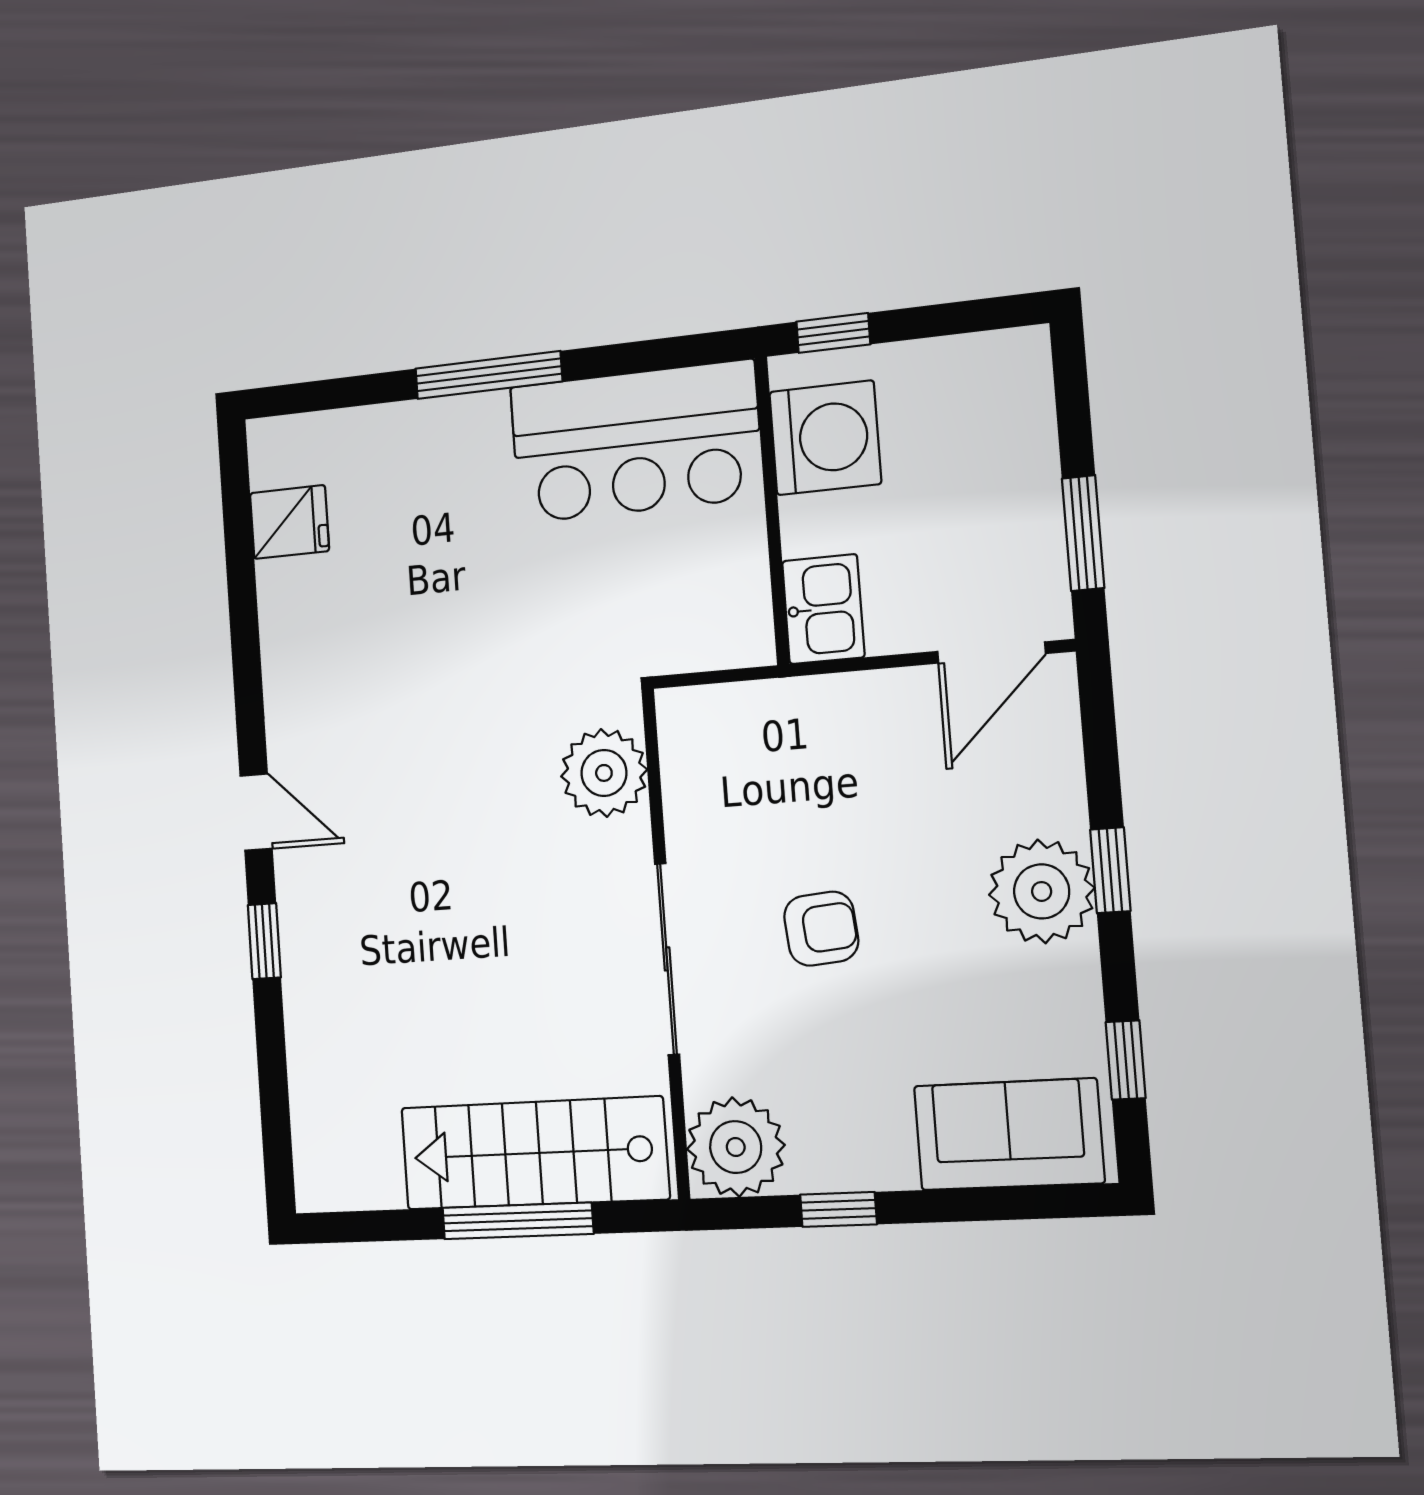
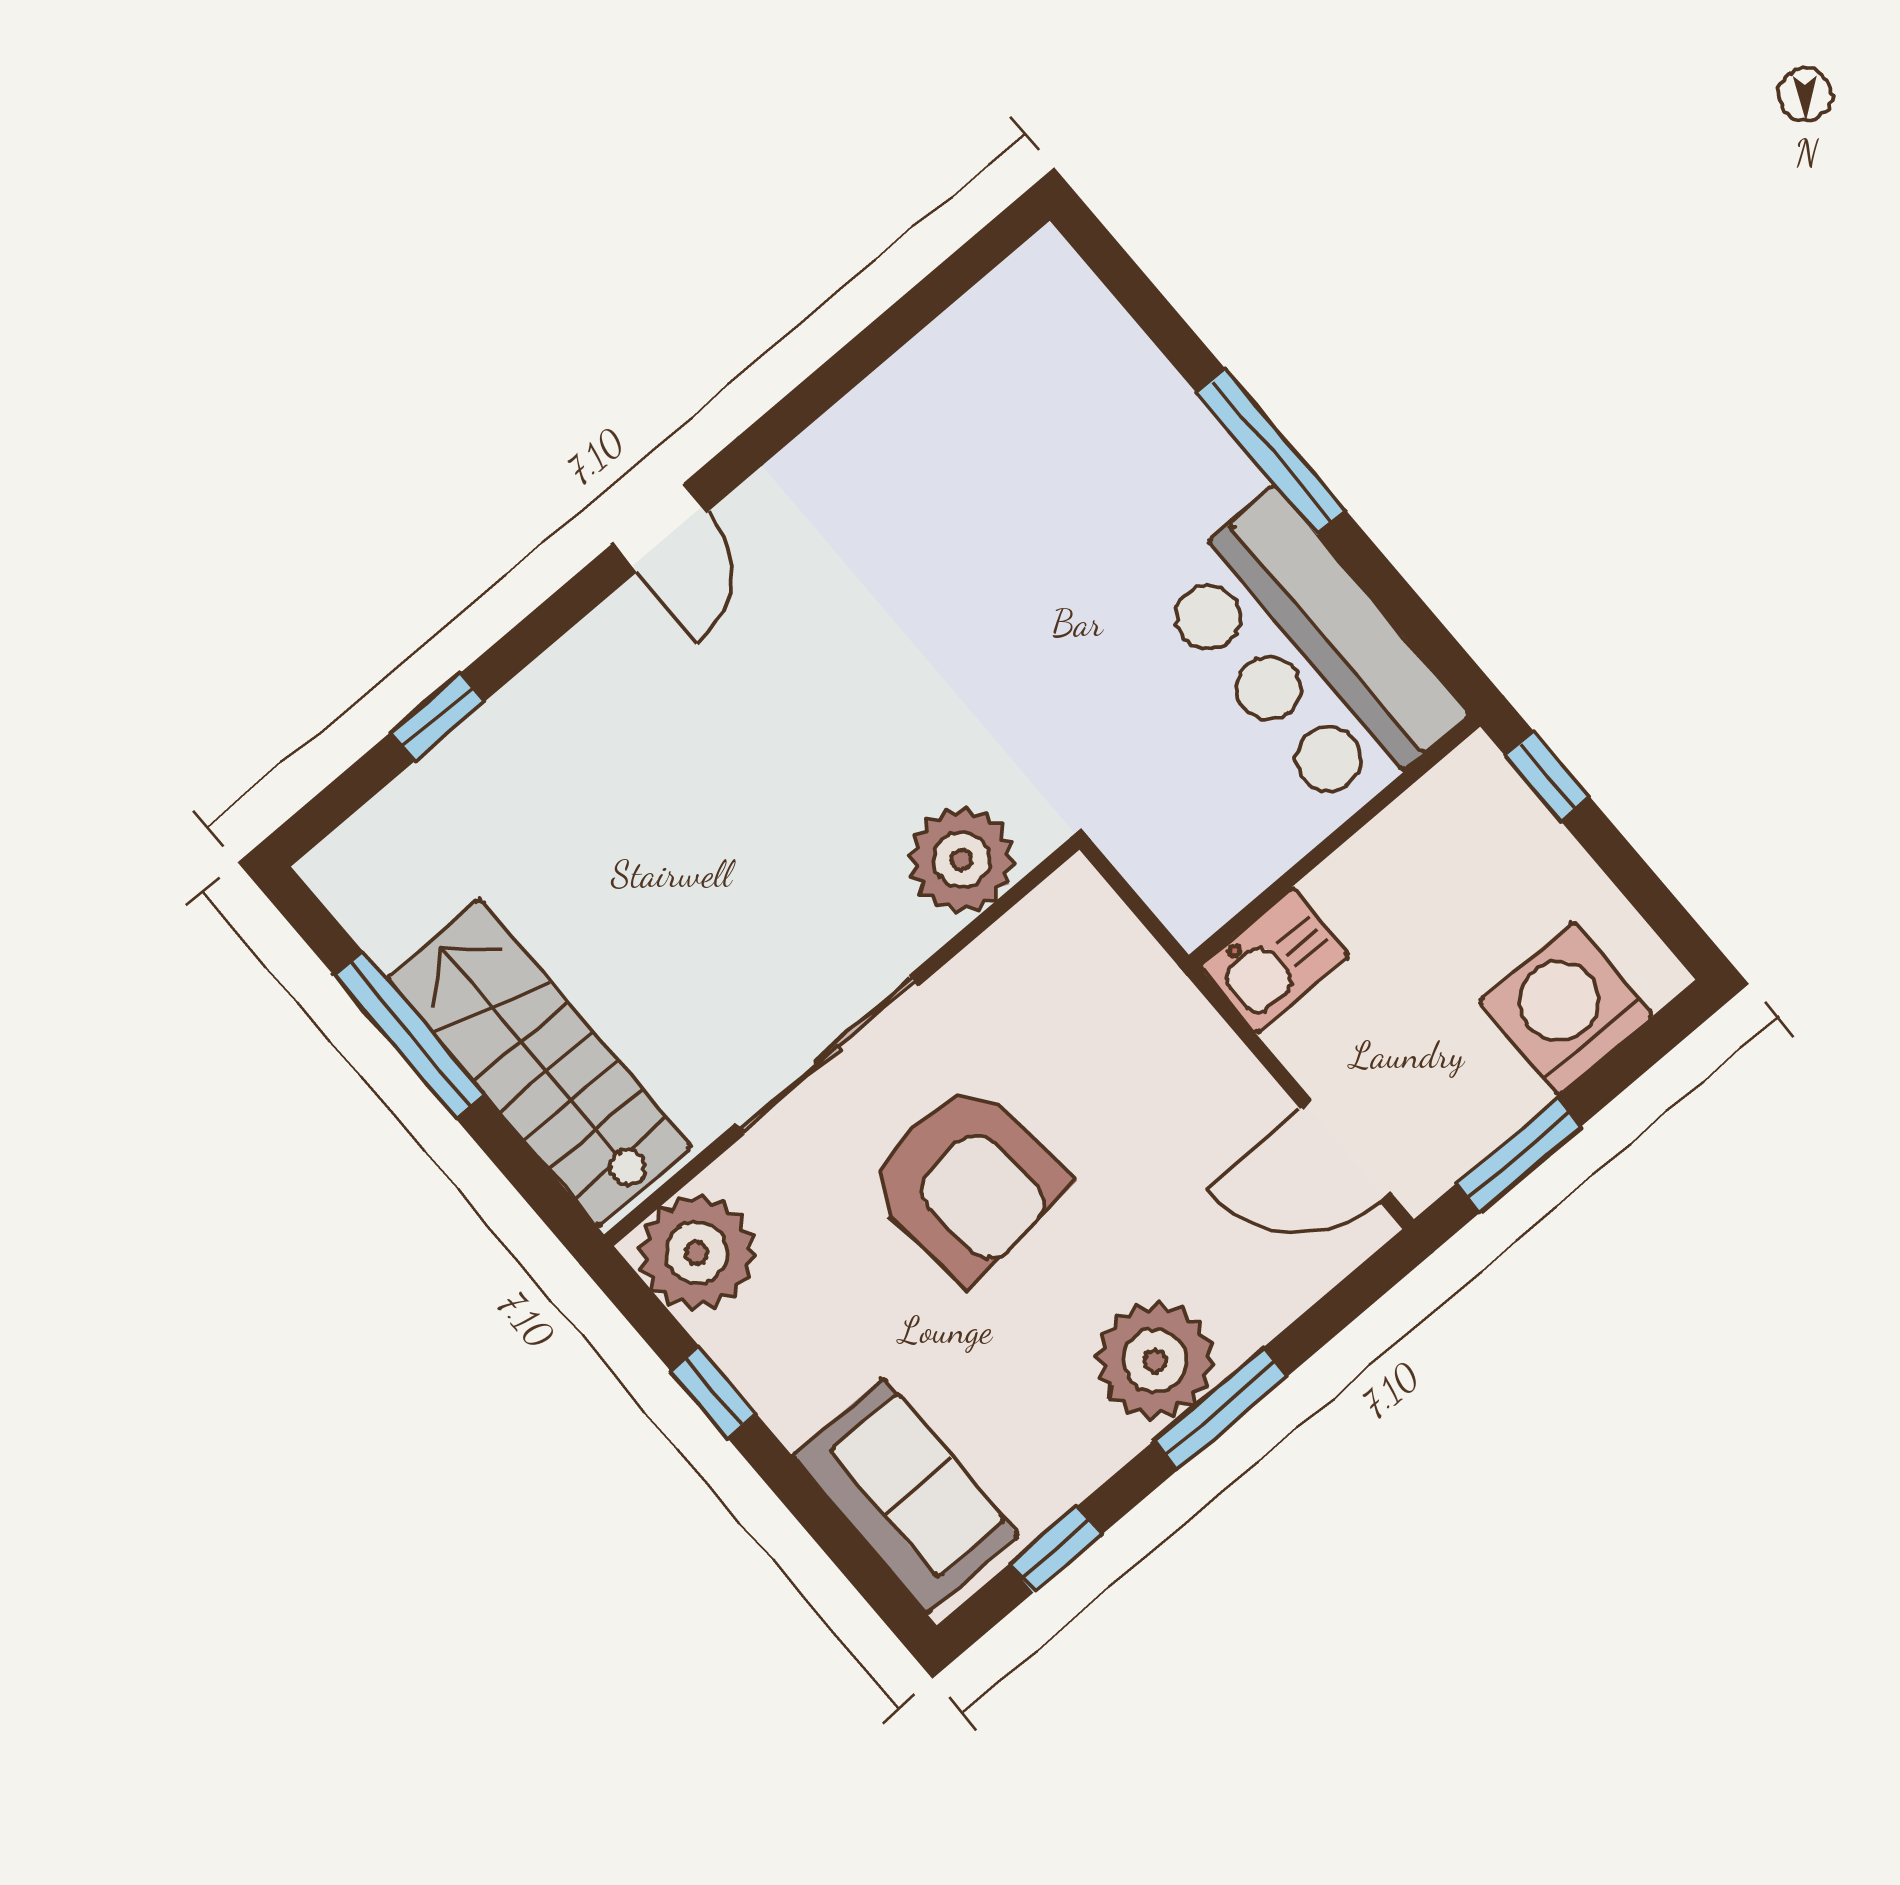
washing machine: (825, 438) -> (1566, 1008), moved, turned 180
fridge: (289, 522) -> (979, 347), removed
window: (1110, 870) -> (1221, 1408), width x1.50
armchair: (821, 929) -> (967, 1181), width x1.88, depth x1.88
window: (264, 941) -> (437, 717), moved
window: (518, 1221) -> (409, 1034), moved

